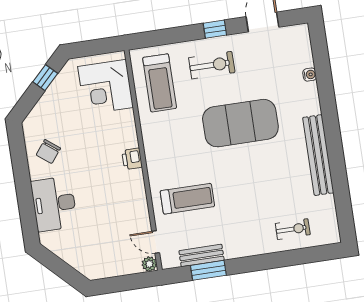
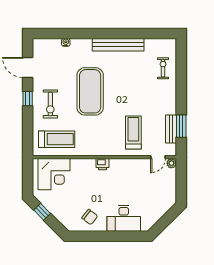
exercise bike: (212, 65) -> (50, 104), turned 180

